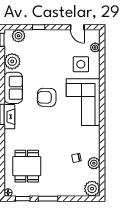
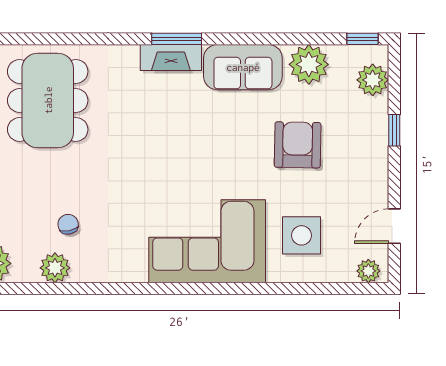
plant: (95, 47) -> (368, 271), moved
armchair: (47, 97) -> (298, 145), moved
dining table: (27, 166) -> (48, 100), width x1.38

